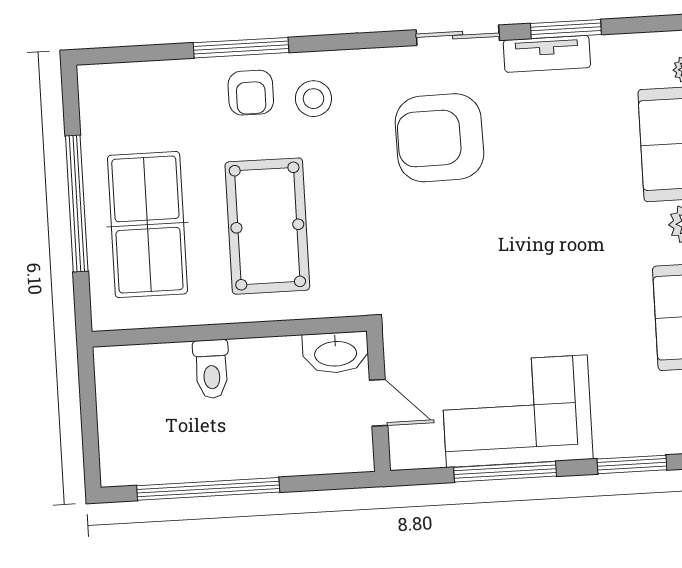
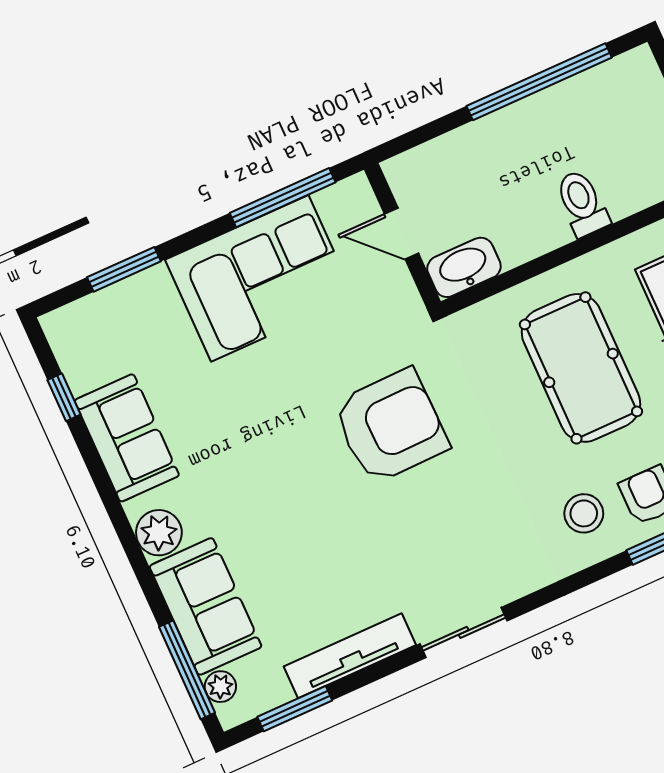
window: (566, 29) -> (295, 709), moved
tv unit: (547, 54) -> (350, 656), width x1.41
armchair: (439, 138) -> (391, 426), moved
window: (505, 472) -> (283, 198), moved

